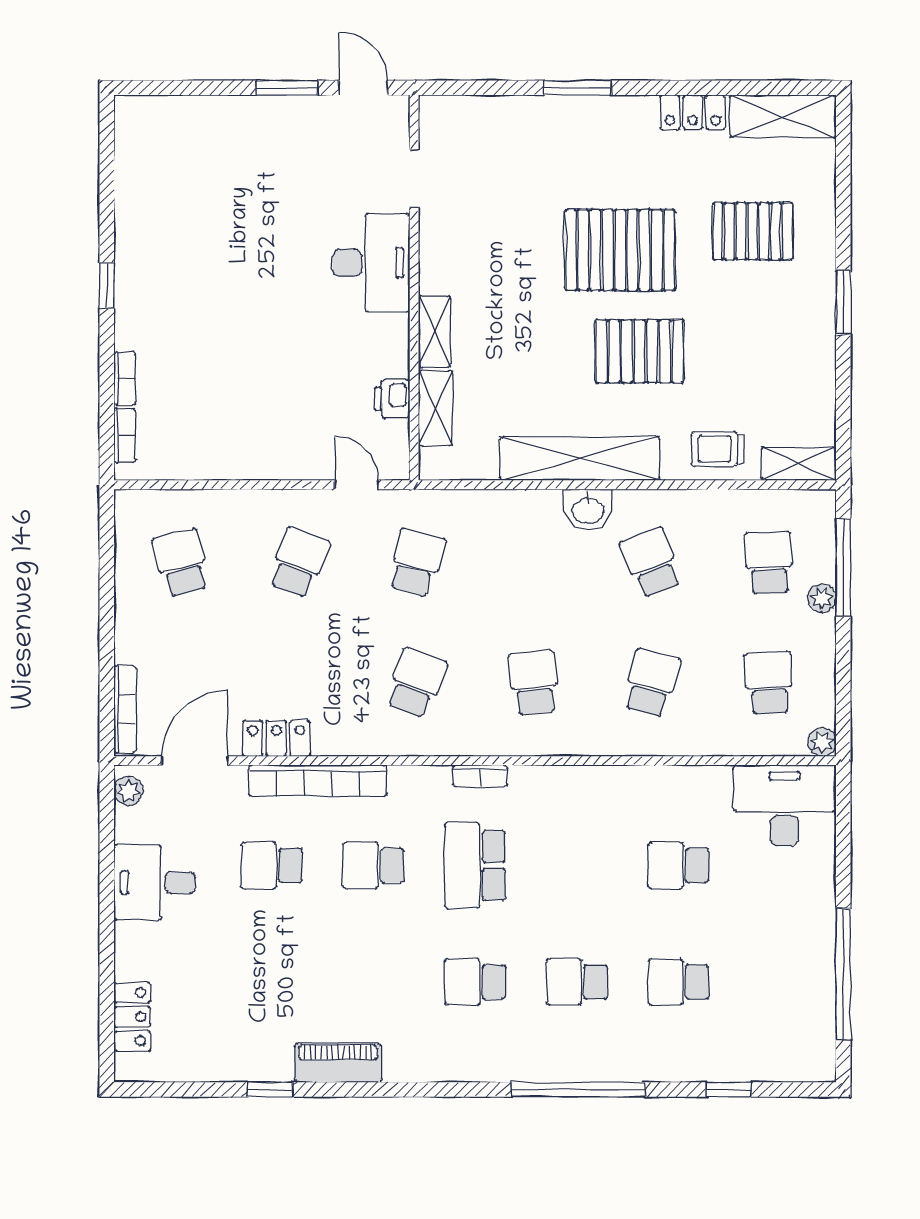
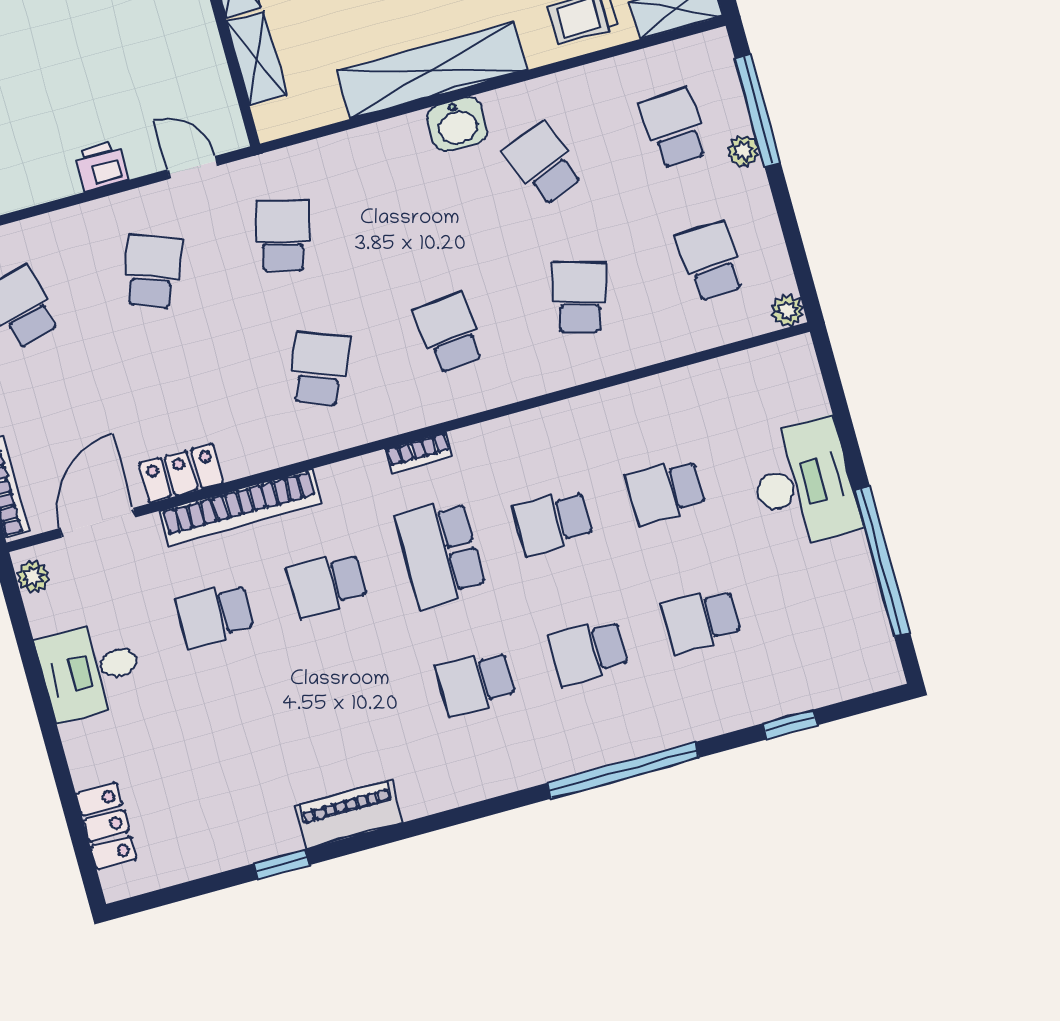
printer: (392, 399) -> (101, 166), moved, turned 90
desk: (785, 805) -> (804, 483), moved, turned 90
school desk: (577, 865) -> (553, 522), added

